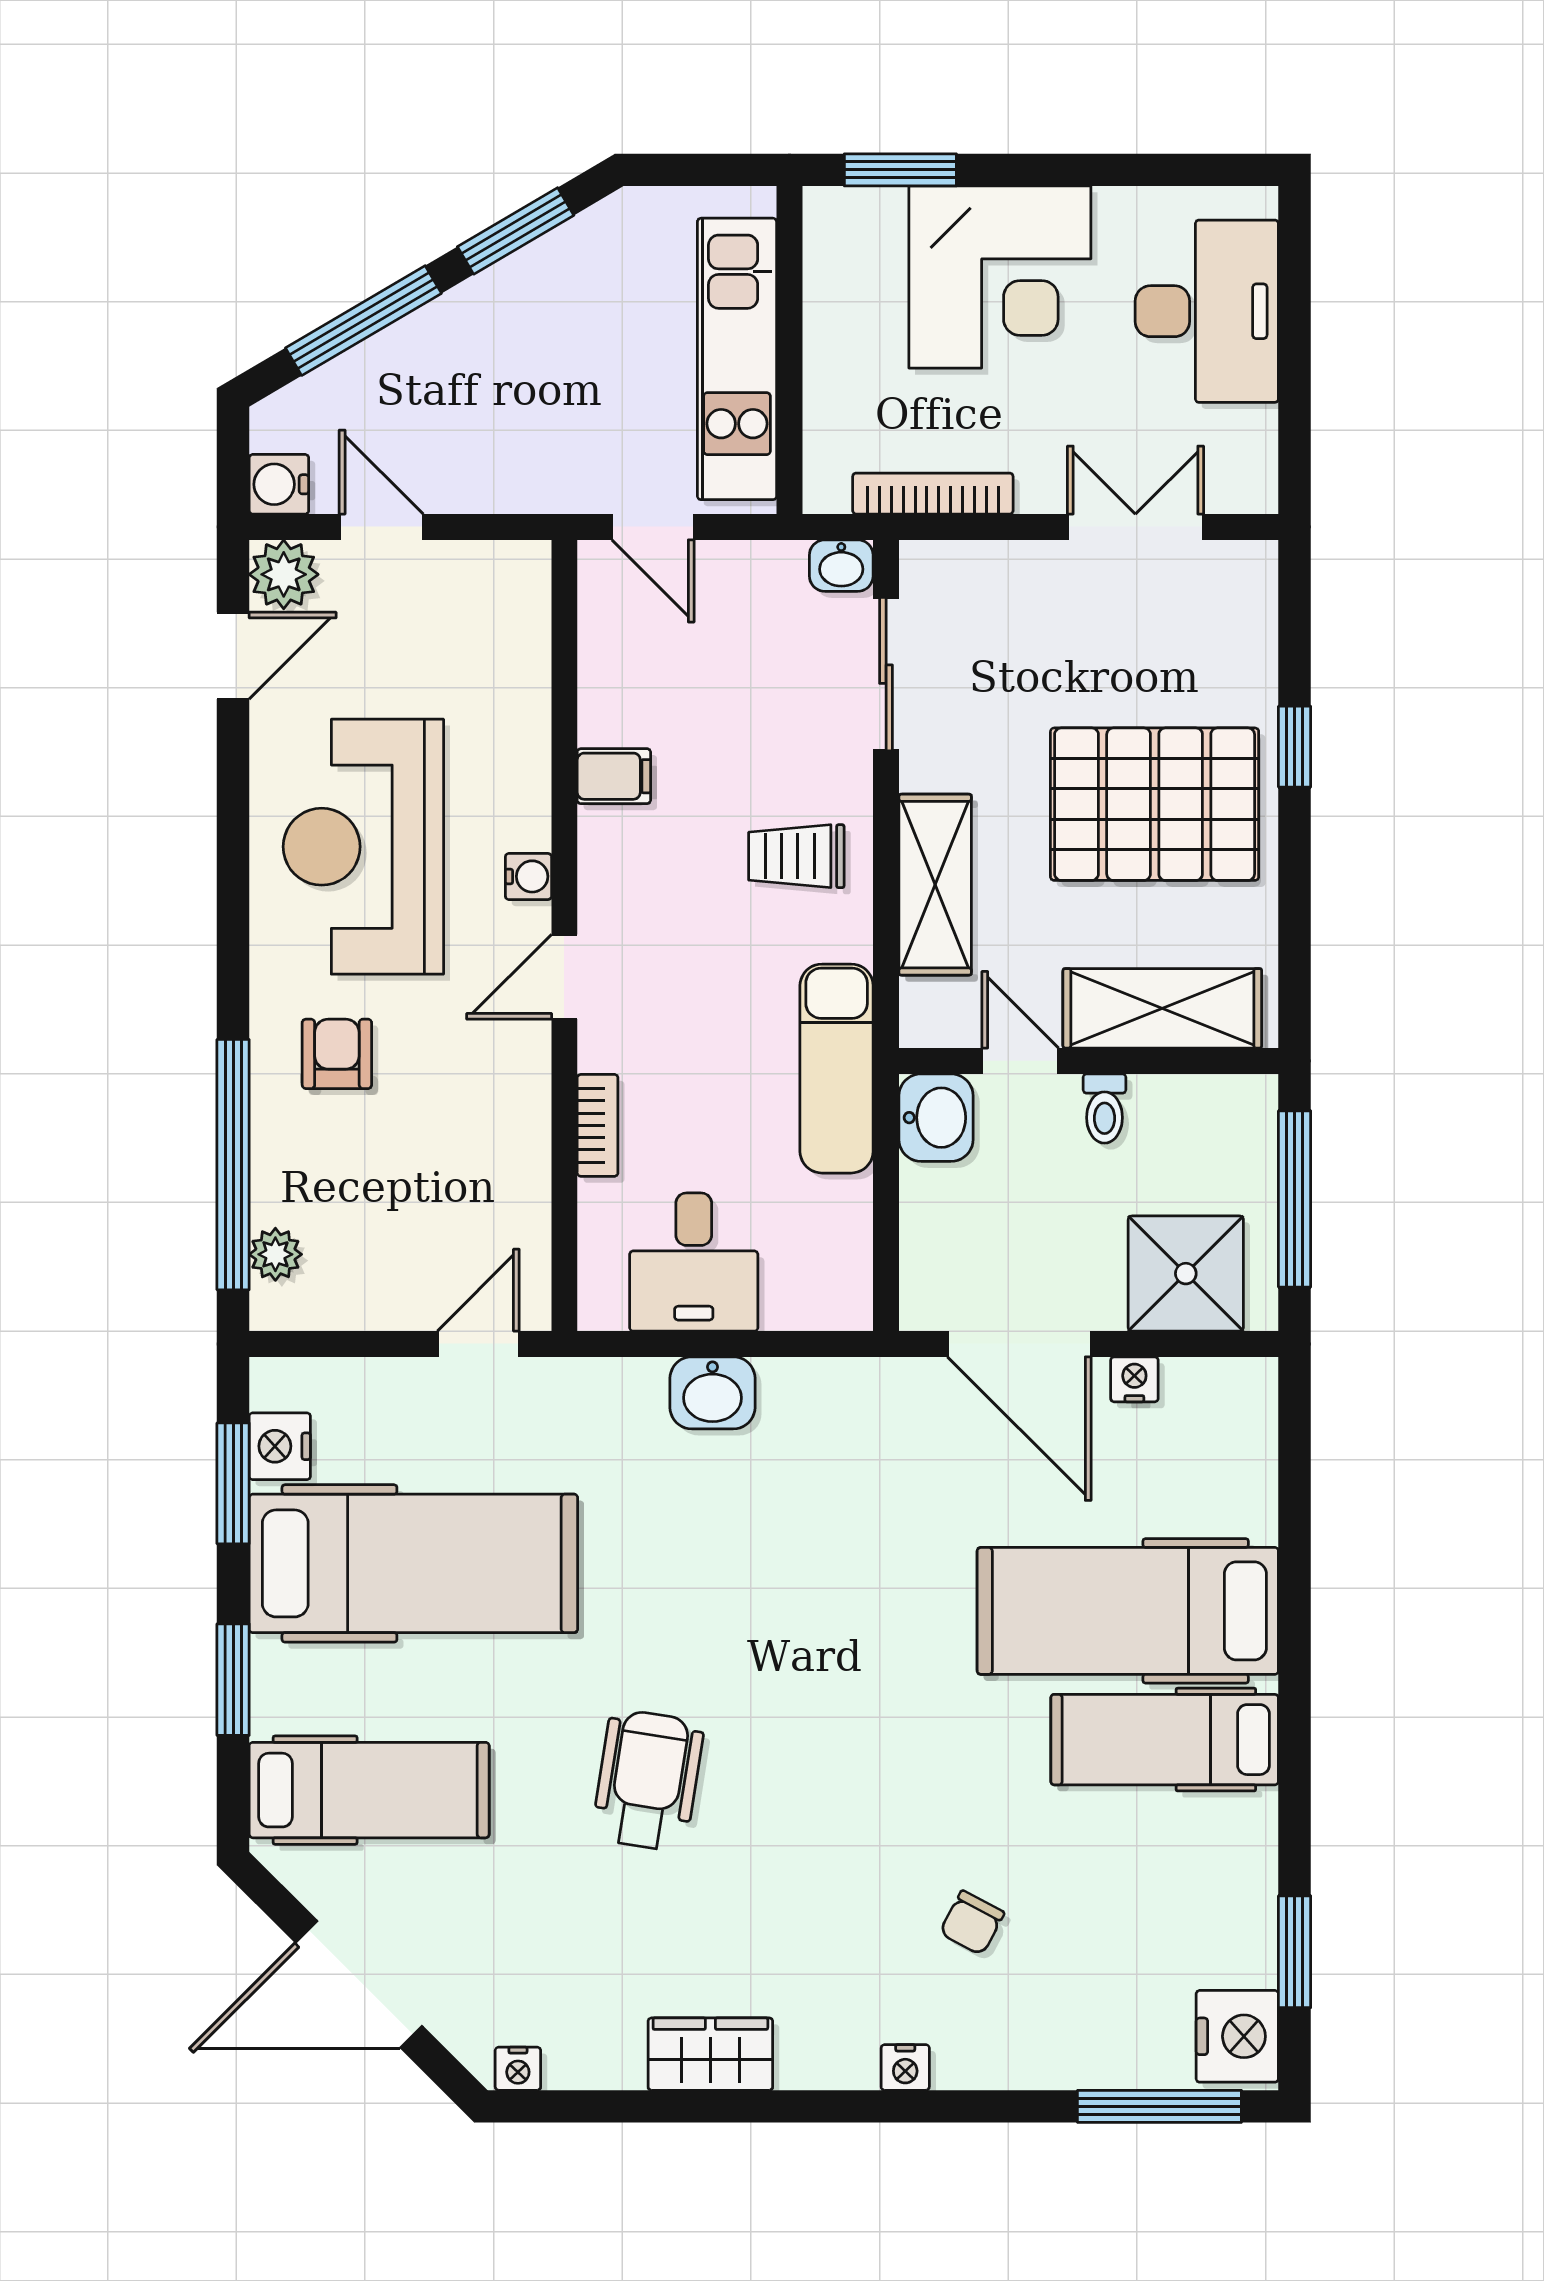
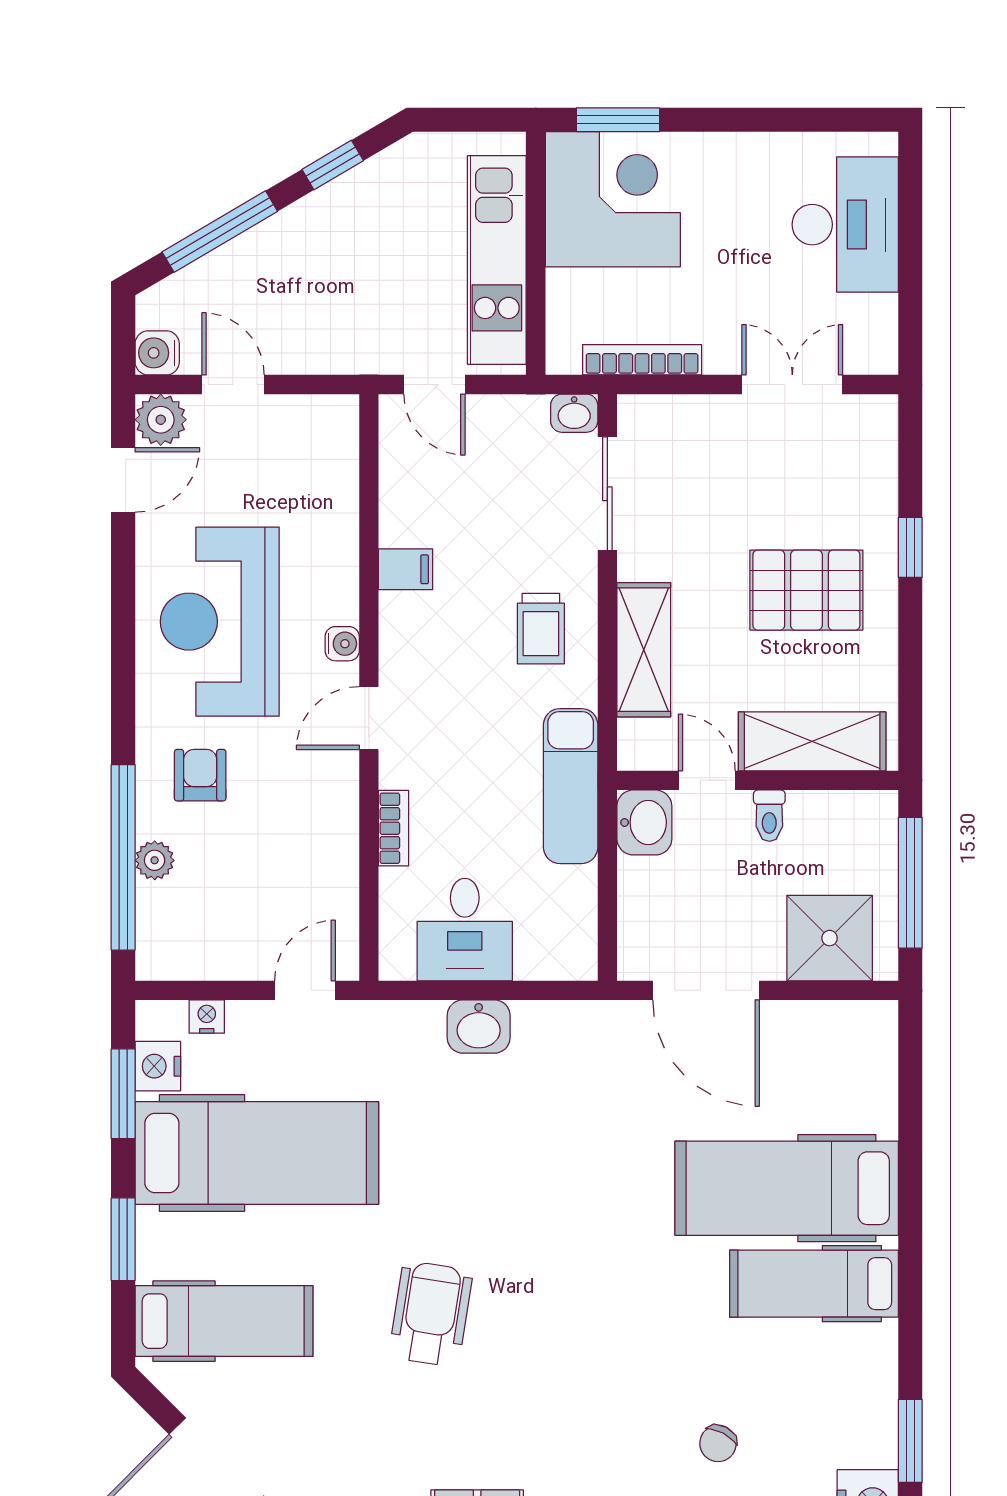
window: (516, 231) -> (333, 165), width x0.67
corner desk: (1000, 277) -> (613, 199), moved, turned -90
pallet: (1155, 804) -> (806, 590), width x0.73, depth x0.71
trolley: (796, 856) -> (541, 629), turned -90
plant: (275, 1254) -> (155, 860), moved
nightstand: (1134, 1379) -> (207, 1017), moved
chair: (972, 1923) -> (718, 1443), moved

